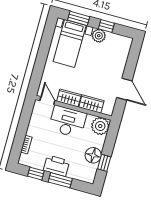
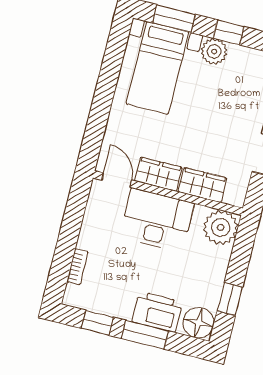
floor lamp: (93, 155) -> (198, 323), moved
printer: (56, 166) -> (157, 312), moved

